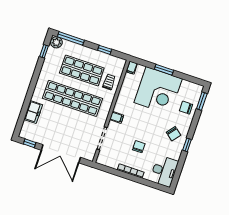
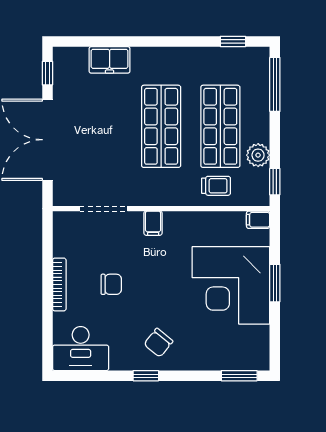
plant: (56, 42) -> (258, 155), moved
window: (105, 50) -> (275, 182), moved
shop shelf: (72, 98) -> (161, 126), width x0.71
chair: (186, 108) -> (216, 350), removed

